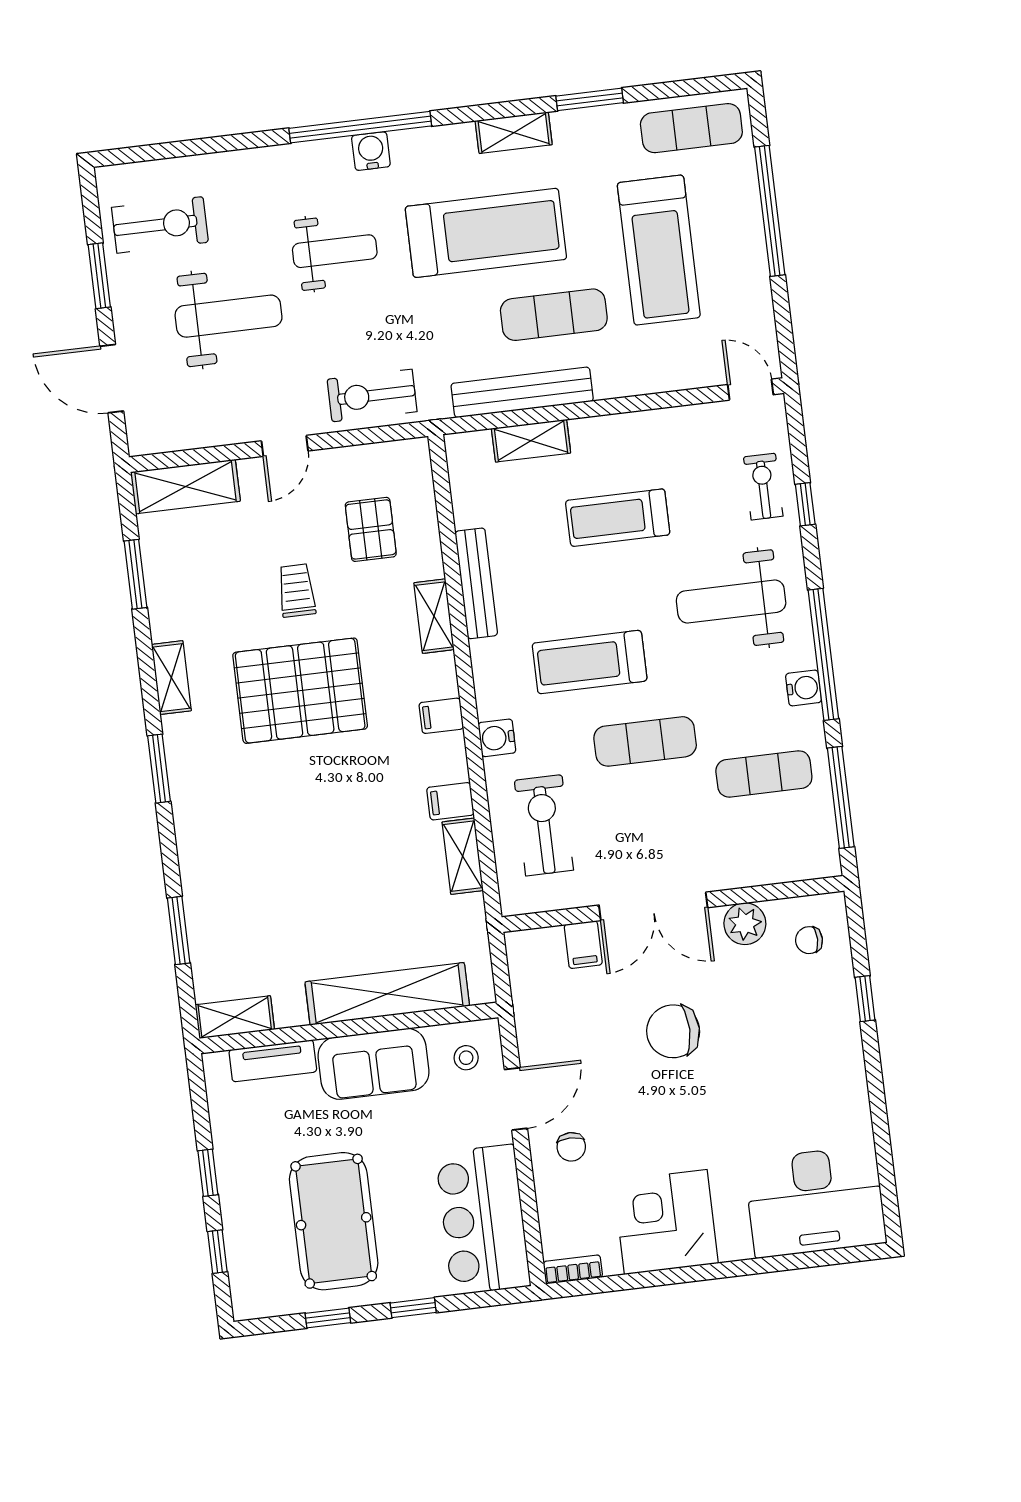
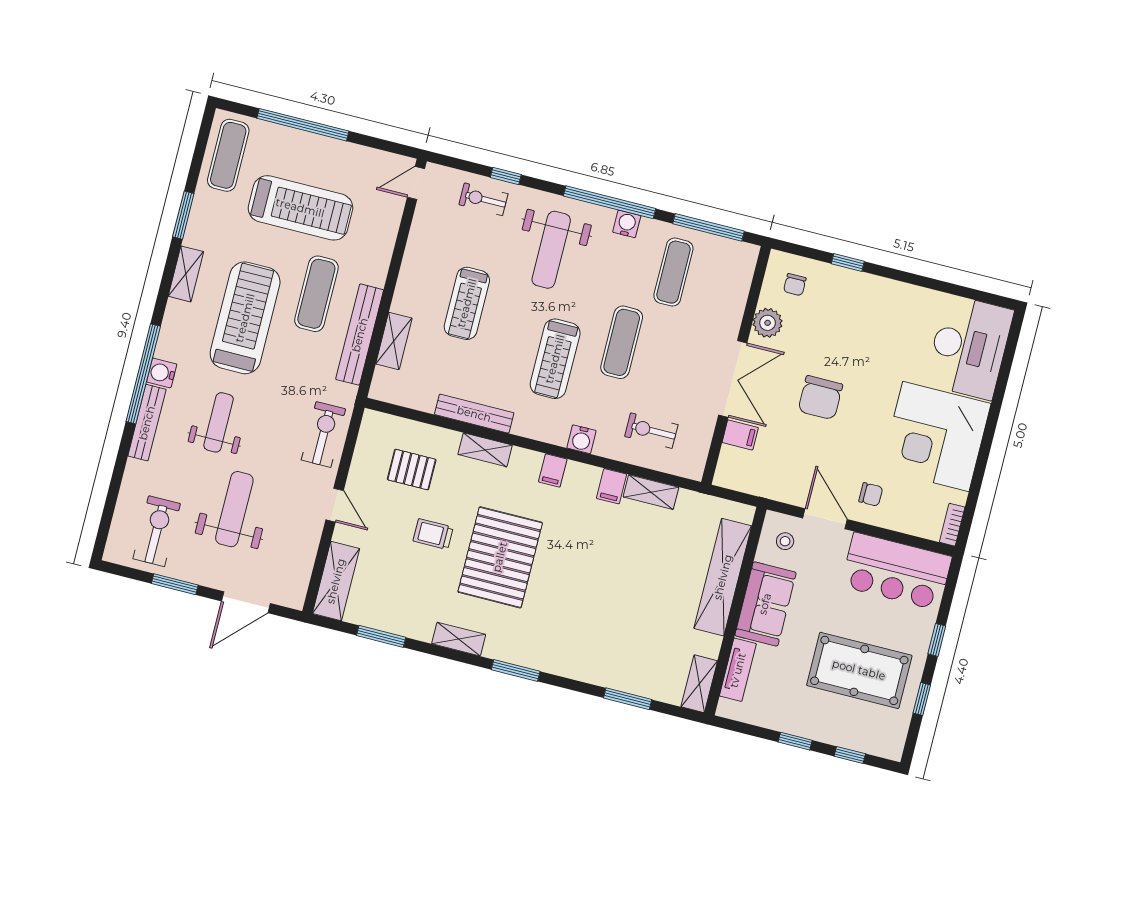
bench: (298, 157) -> (147, 423), added
exercise bike: (372, 395) -> (323, 434), turned 180
exercise bike: (544, 825) -> (651, 431), width x0.73, depth x0.72
corner desk: (666, 1222) -> (936, 436), width x1.36, depth x1.36

